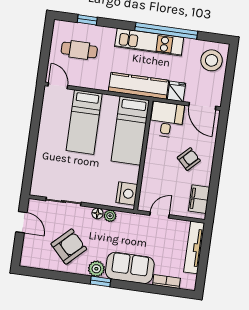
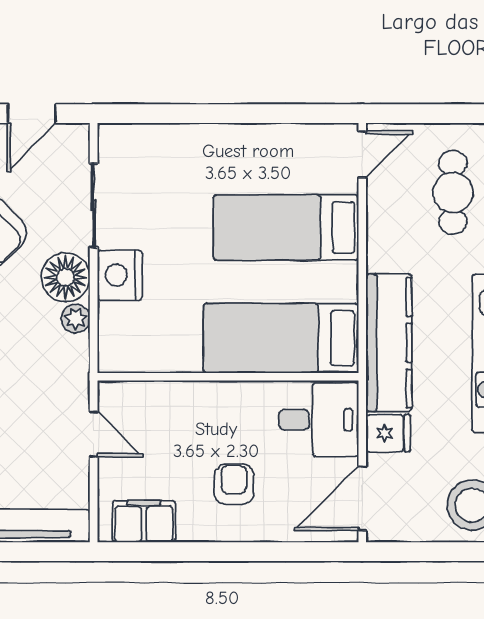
armchair: (189, 159) -> (234, 484), turned -135
nightstand: (127, 194) -> (120, 275), moved, turned 90
floor lamp: (97, 213) -> (66, 277), width x1.89, depth x1.89

